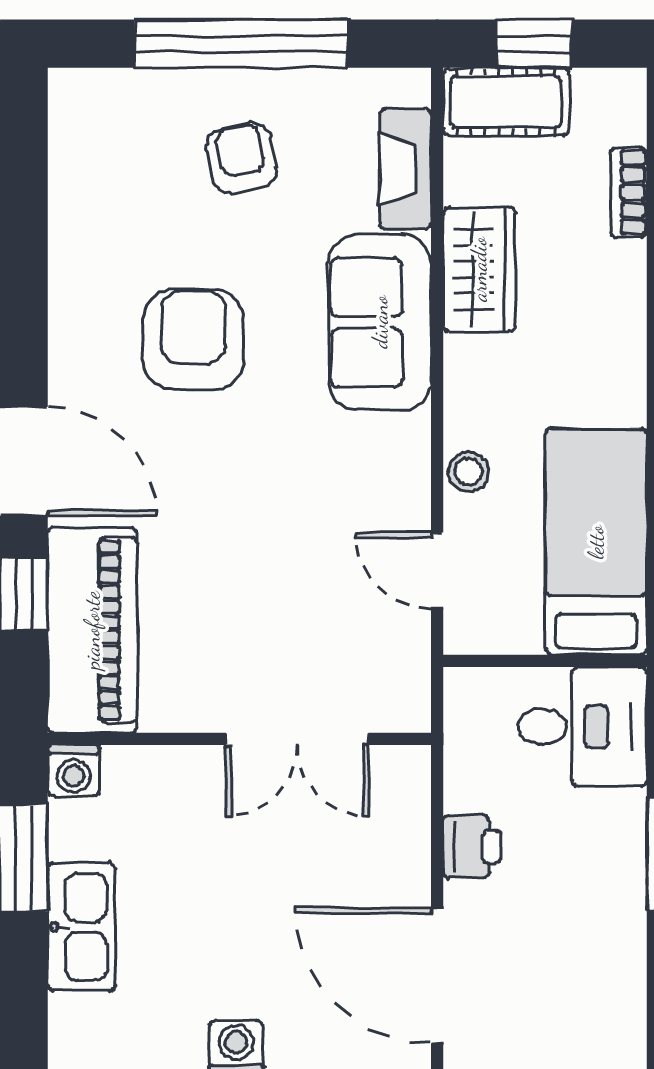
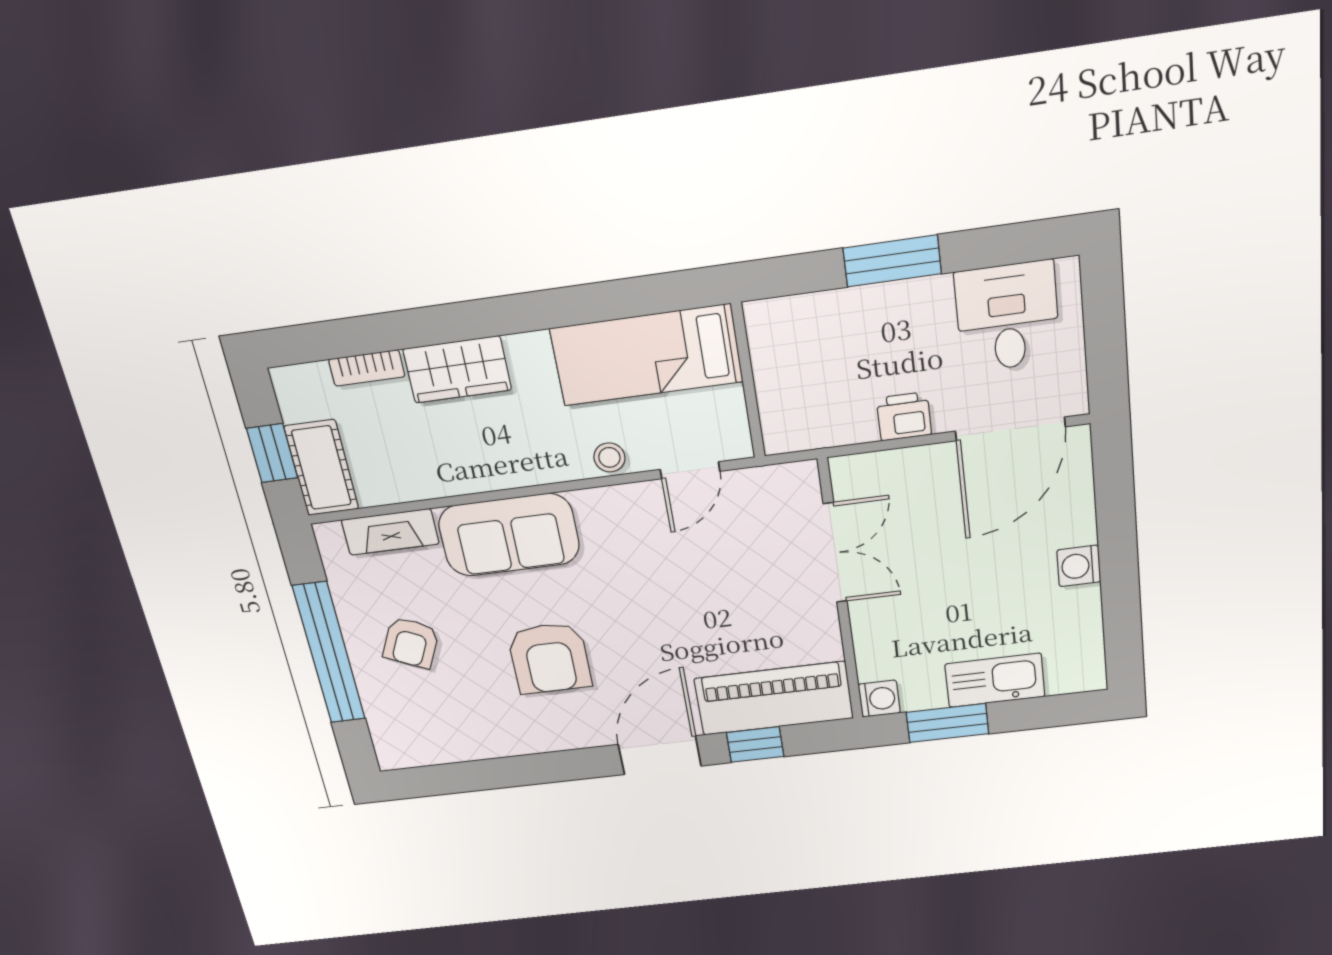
armchair: (242, 158) -> (411, 643), turned -54
wardrobe: (479, 269) -> (457, 369), moved, turned 180
armchair: (193, 339) -> (549, 658), turned -90
desk: (582, 727) -> (1008, 317), moved

